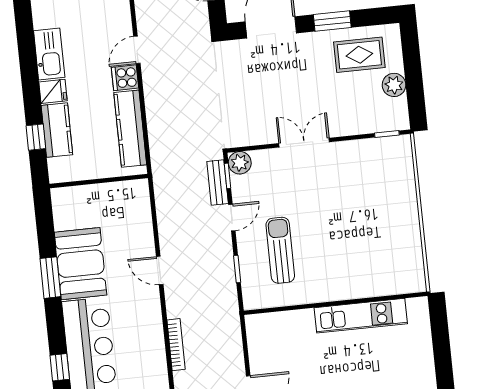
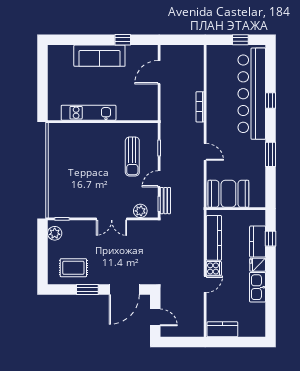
plant: (394, 85) -> (55, 233), moved
plant: (240, 163) -> (140, 211), moved
booth: (81, 264) -> (228, 194), moved, turned 90

